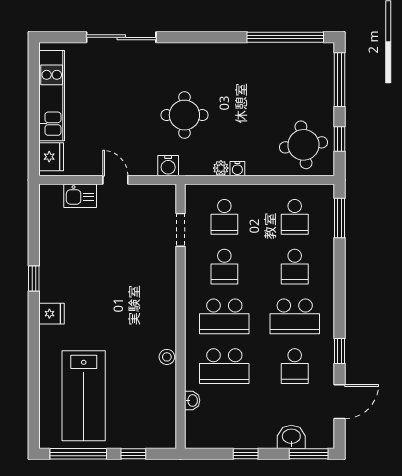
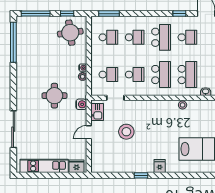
kitchen sink: (80, 196) -> (97, 112), moved
stool: (116, 251) -> (126, 132), added

